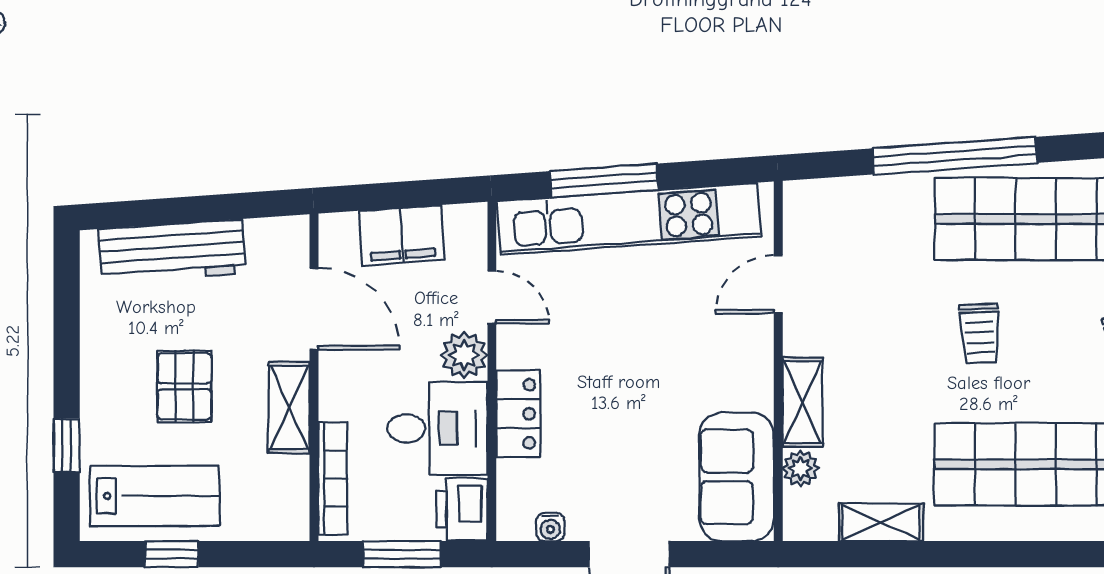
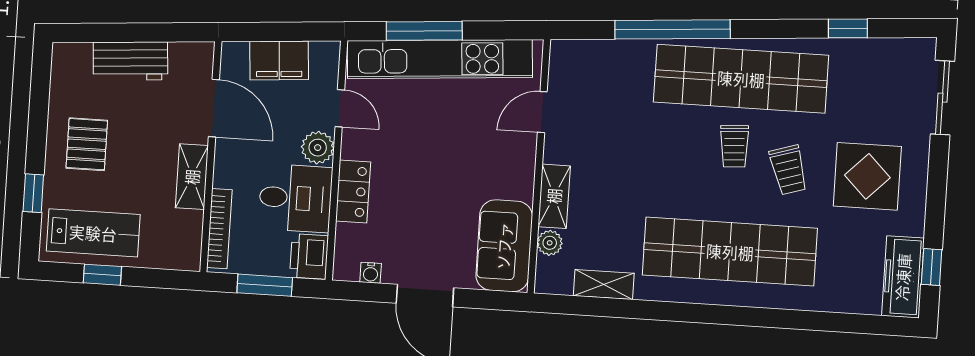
workbench: (172, 251) -> (130, 61), width x0.73
trolley: (980, 333) -> (734, 146), moved
pallet: (184, 386) -> (87, 144), moved

